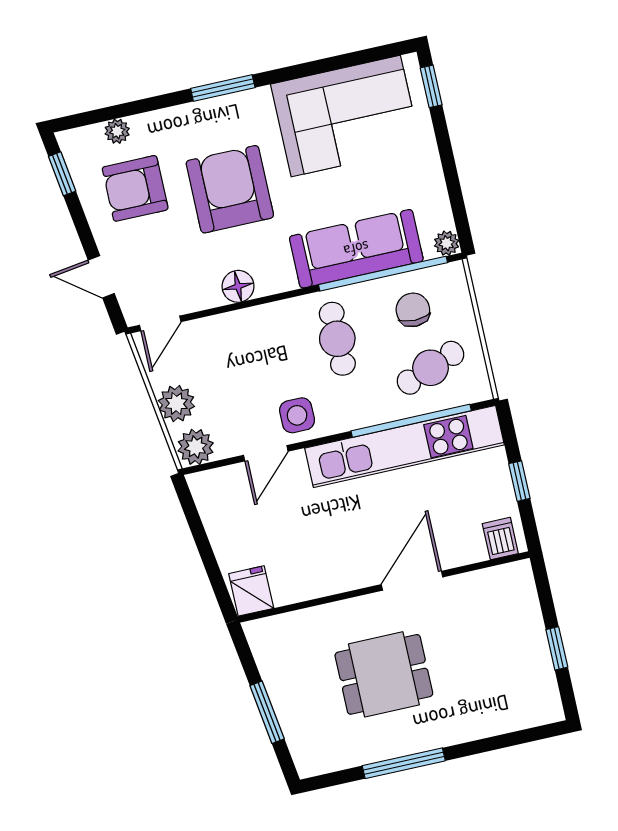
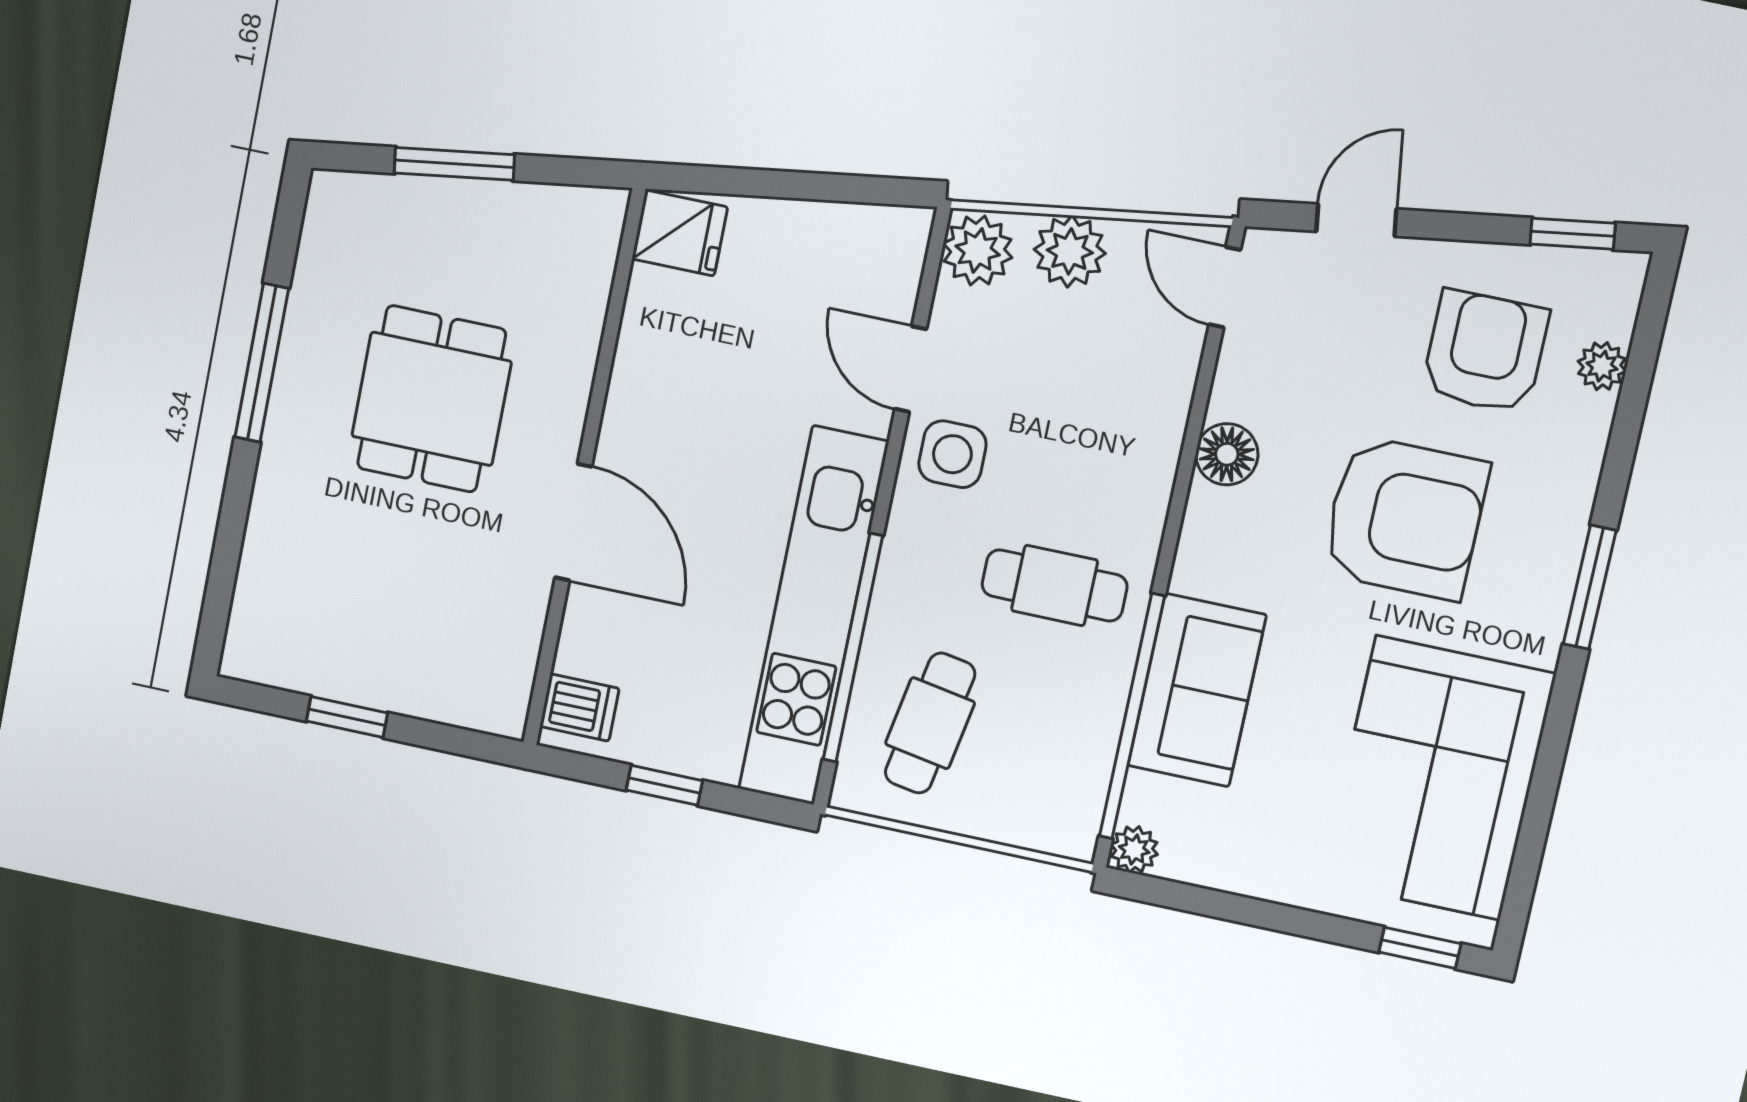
sofa: (356, 249) -> (1197, 690), width x0.73
chair: (413, 310) -> (1045, 739), removed
cafe table: (430, 368) -> (930, 723), turned 31

